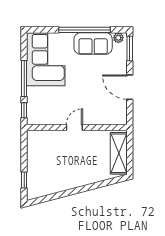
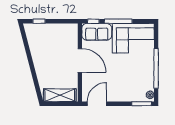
sofa: (93, 43) -> (97, 32), moved, turned -90
door: (130, 87) -> (97, 104), moved
door: (74, 128) -> (80, 61), width x1.88

